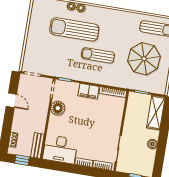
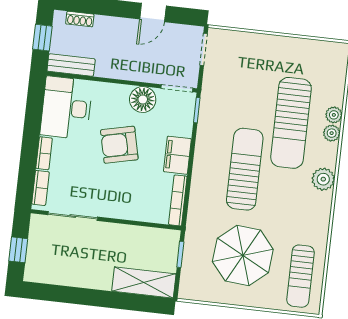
plant: (105, 14) -> (323, 179), added
sun lounger: (74, 29) -> (291, 123), turned 180
sun lounger: (98, 55) -> (245, 169), width x1.36, depth x1.34
armchair: (81, 122) -> (119, 145), added
boiler: (152, 144) -> (85, 279), removed

